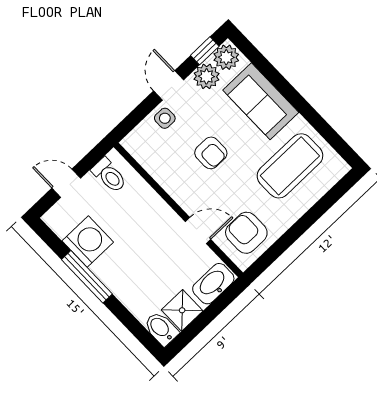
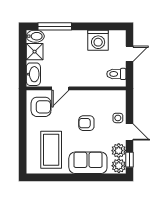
window: (87, 277) -> (55, 26), moved

